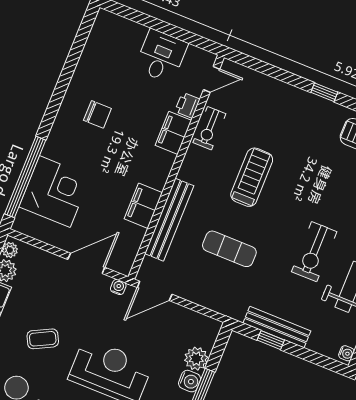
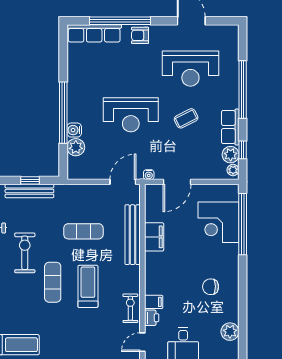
plant: (96, 48) -> (230, 332), added
filing cabinet: (173, 133) -> (154, 302), width x0.50
treadmill: (252, 177) -> (88, 286), turned 180
exercise mat: (294, 200) -> (53, 282), added

